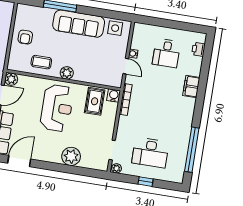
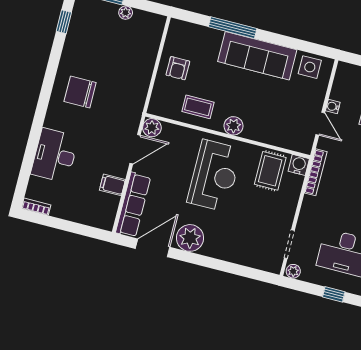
plant: (71, 156) -> (190, 238), moved

